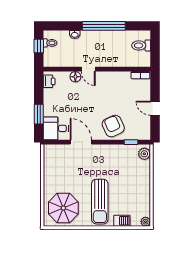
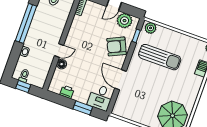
printer: (49, 81) -> (67, 92), moved
plant: (142, 125) -> (124, 21), added
door: (81, 142) -> (120, 80), hinge flipped
sun lounger: (100, 202) -> (160, 57), moved

